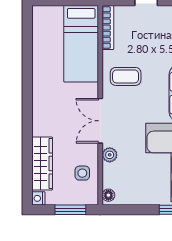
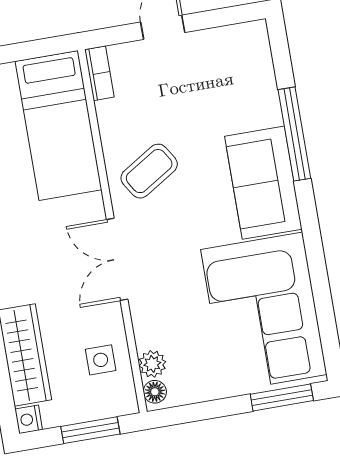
bookcase: (108, 28) -> (99, 73), width x0.64
coffee table: (126, 76) -> (149, 171), turned -32
plant: (110, 155) -> (152, 364), moved

